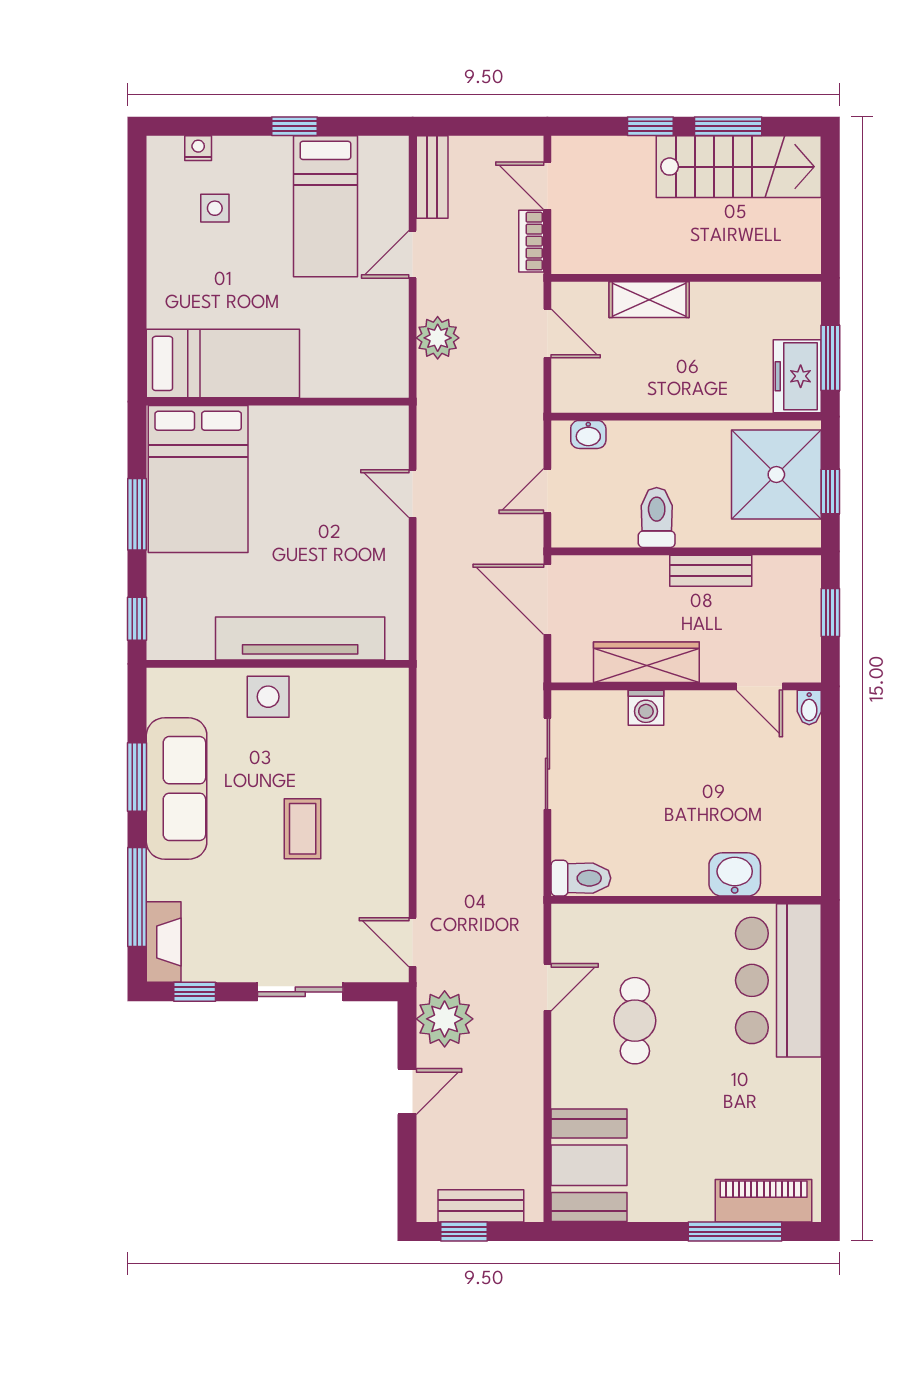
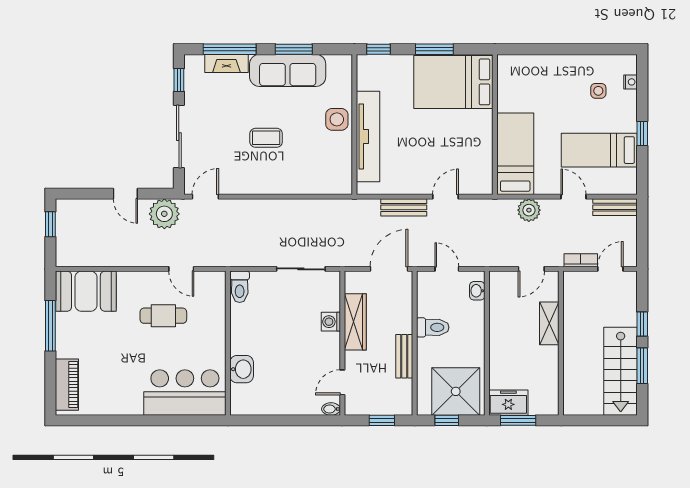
bed: (223, 363) -> (515, 154), moved, turned 180
fireplace: (164, 942) -> (226, 63), moved
sliding door: (300, 992) -> (179, 137), width x1.37
bench: (481, 1206) -> (404, 207), moved, turned 90
window: (735, 1232) -> (50, 326), moved

